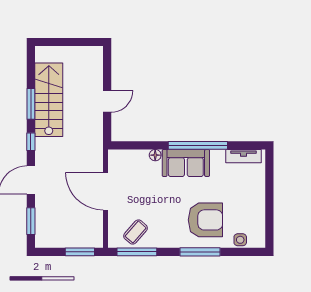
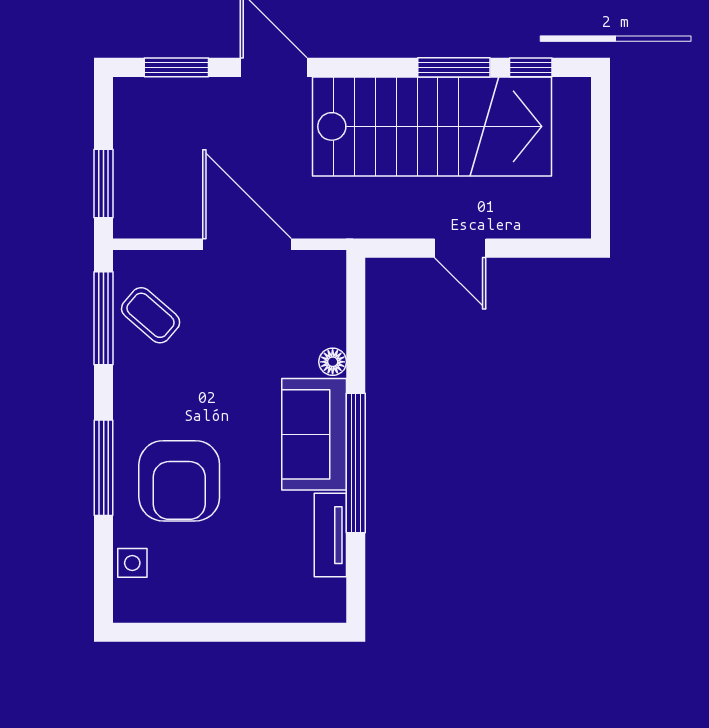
stairs: (49, 100) -> (432, 126), width x1.36, depth x1.51
window: (31, 142) -> (531, 67), moved
tv unit: (243, 156) -> (330, 535), moved
door: (106, 191) -> (247, 244), hinge flipped

